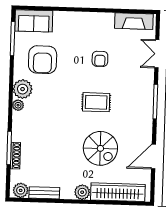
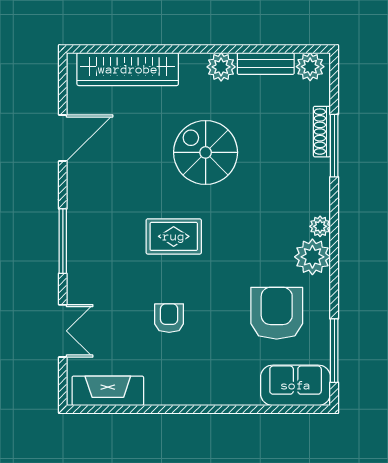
spiral stairs: (100, 148) -> (206, 152), moved
plant: (82, 192) -> (221, 67), moved

